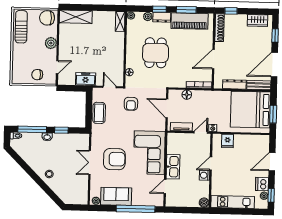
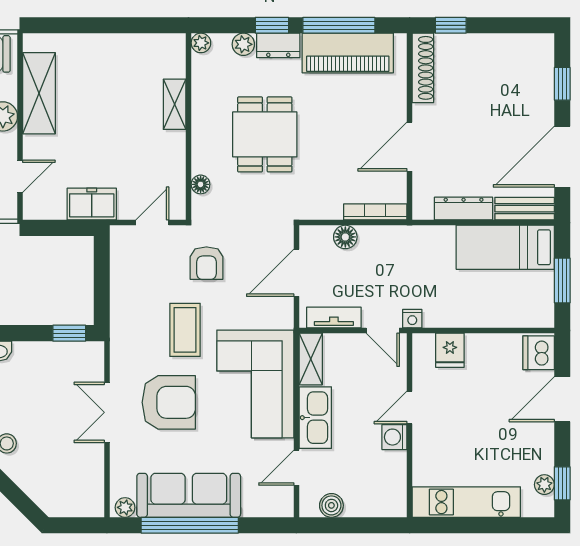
window: (186, 10) -> (339, 25), width x1.44
shelving: (76, 17) -> (39, 93), moved, turned 90
shelving: (120, 21) -> (175, 104), moved
wardrobe: (257, 21) -> (517, 48), removed
door: (110, 87) -> (152, 223), hinge flipped
door: (167, 108) -> (296, 273), hinge flipped
bed: (250, 110) -> (505, 247), width x0.49
coffee table: (99, 113) -> (185, 330), moved
window: (61, 130) -> (69, 333), moved
door: (201, 132) -> (383, 330), swing flipped
shelving: (172, 143) -> (311, 359), added
dishwasher: (262, 184) -> (539, 353), moved
sofa: (116, 196) -> (189, 495), width x1.36
boiler: (204, 203) -> (331, 505), moved
window: (136, 209) -> (190, 525), moved

